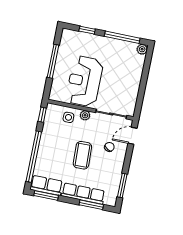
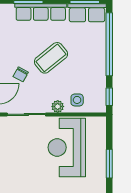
window: (53, 61) -> (109, 164), width x0.69
reception desk: (84, 81) -> (67, 147), turned 180
coffee table: (82, 155) -> (51, 58), turned 53

